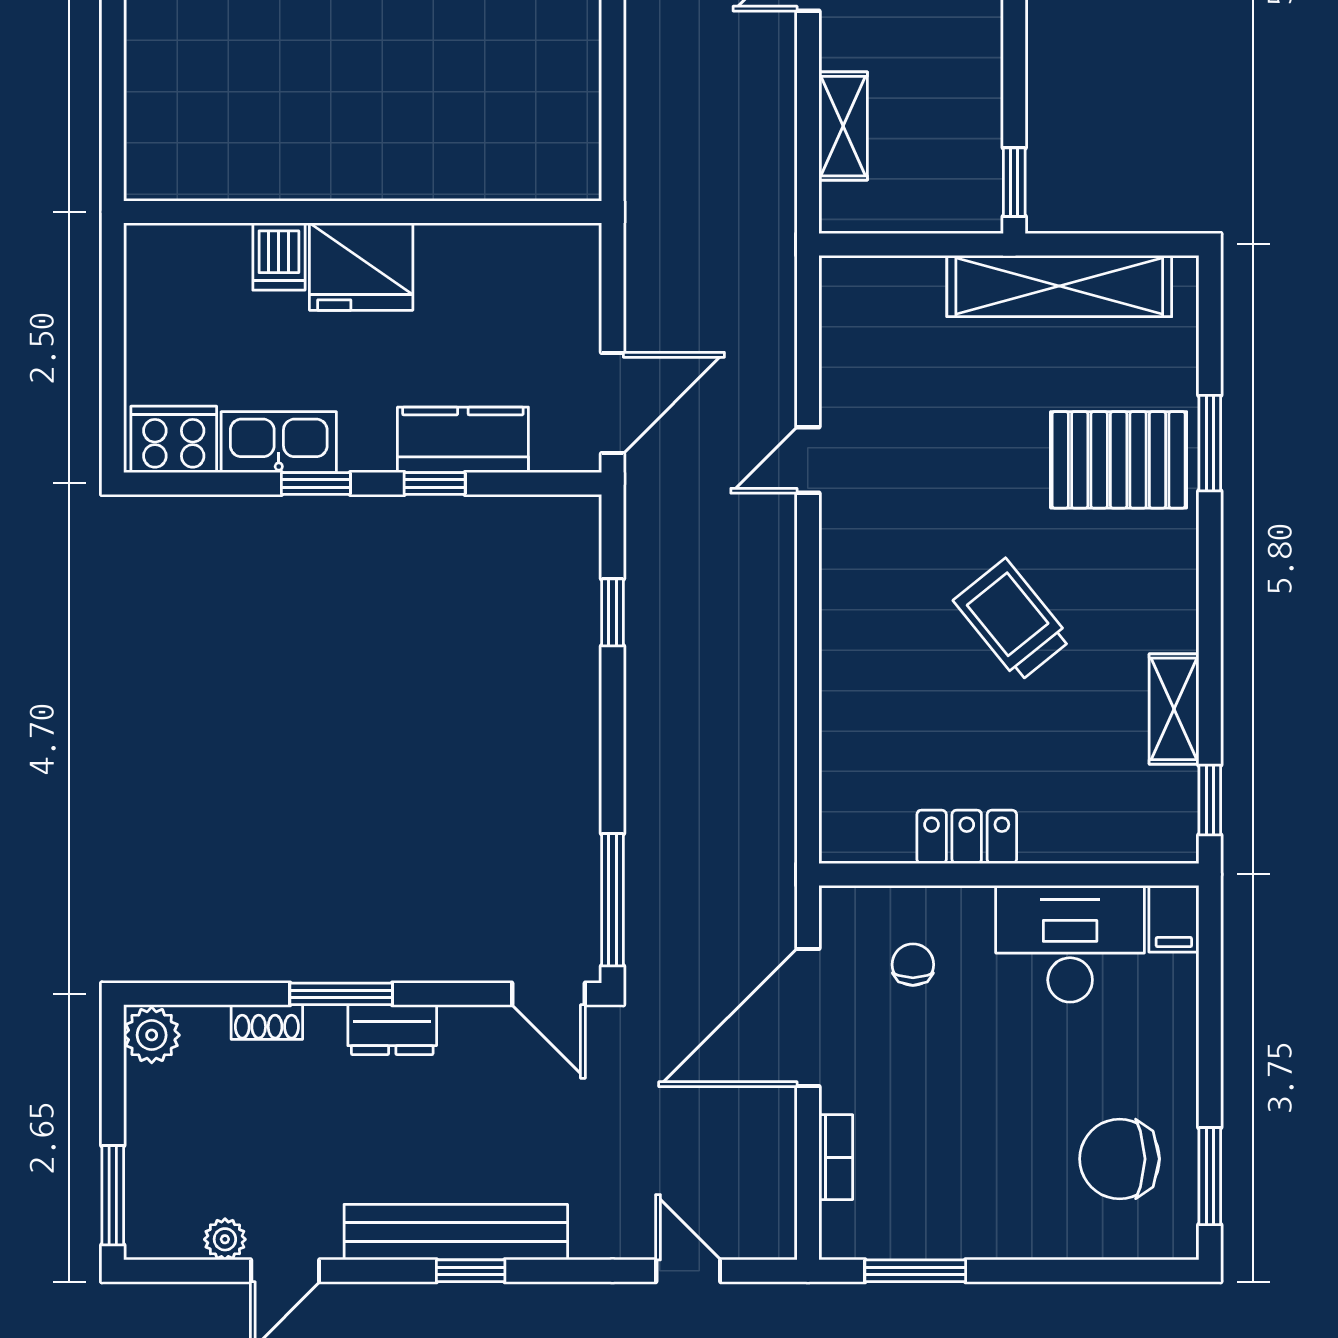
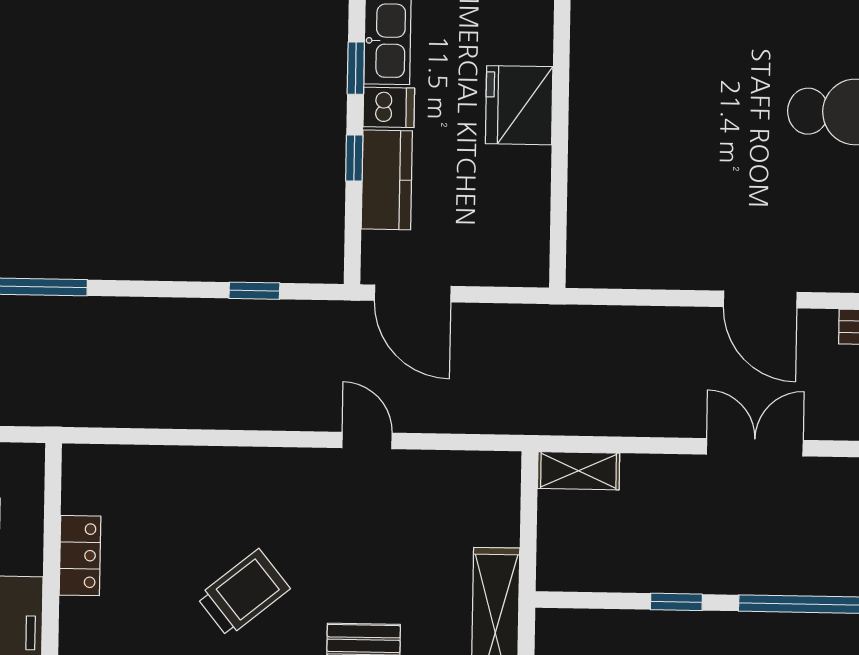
shelving: (843, 126) -> (579, 471), moved
window: (1014, 182) -> (676, 602), moved
dishwasher: (279, 256) -> (389, 107), moved, turned 180

